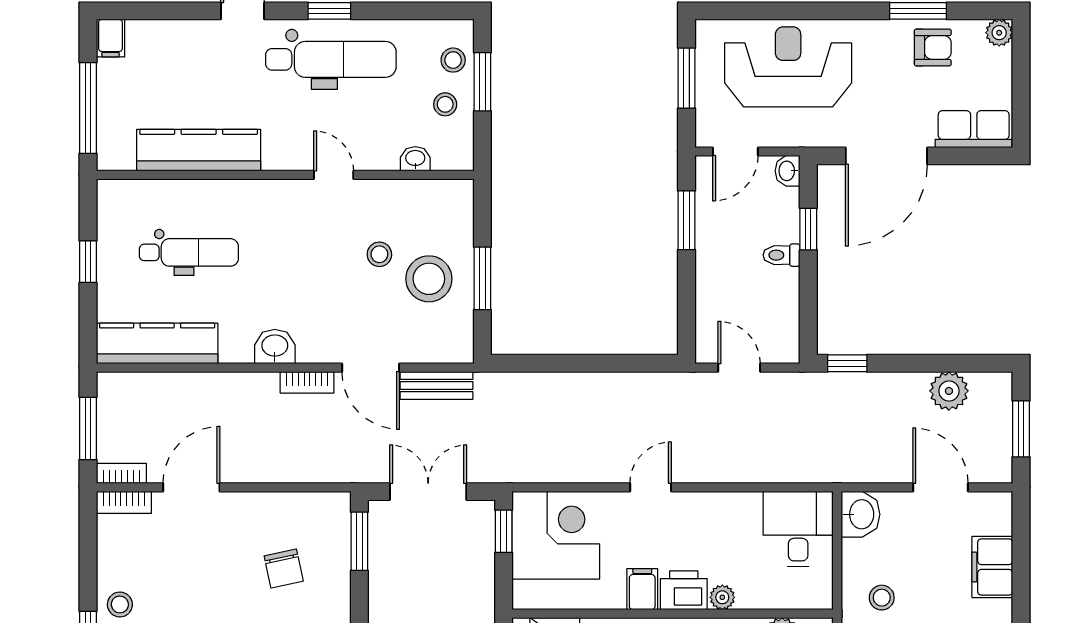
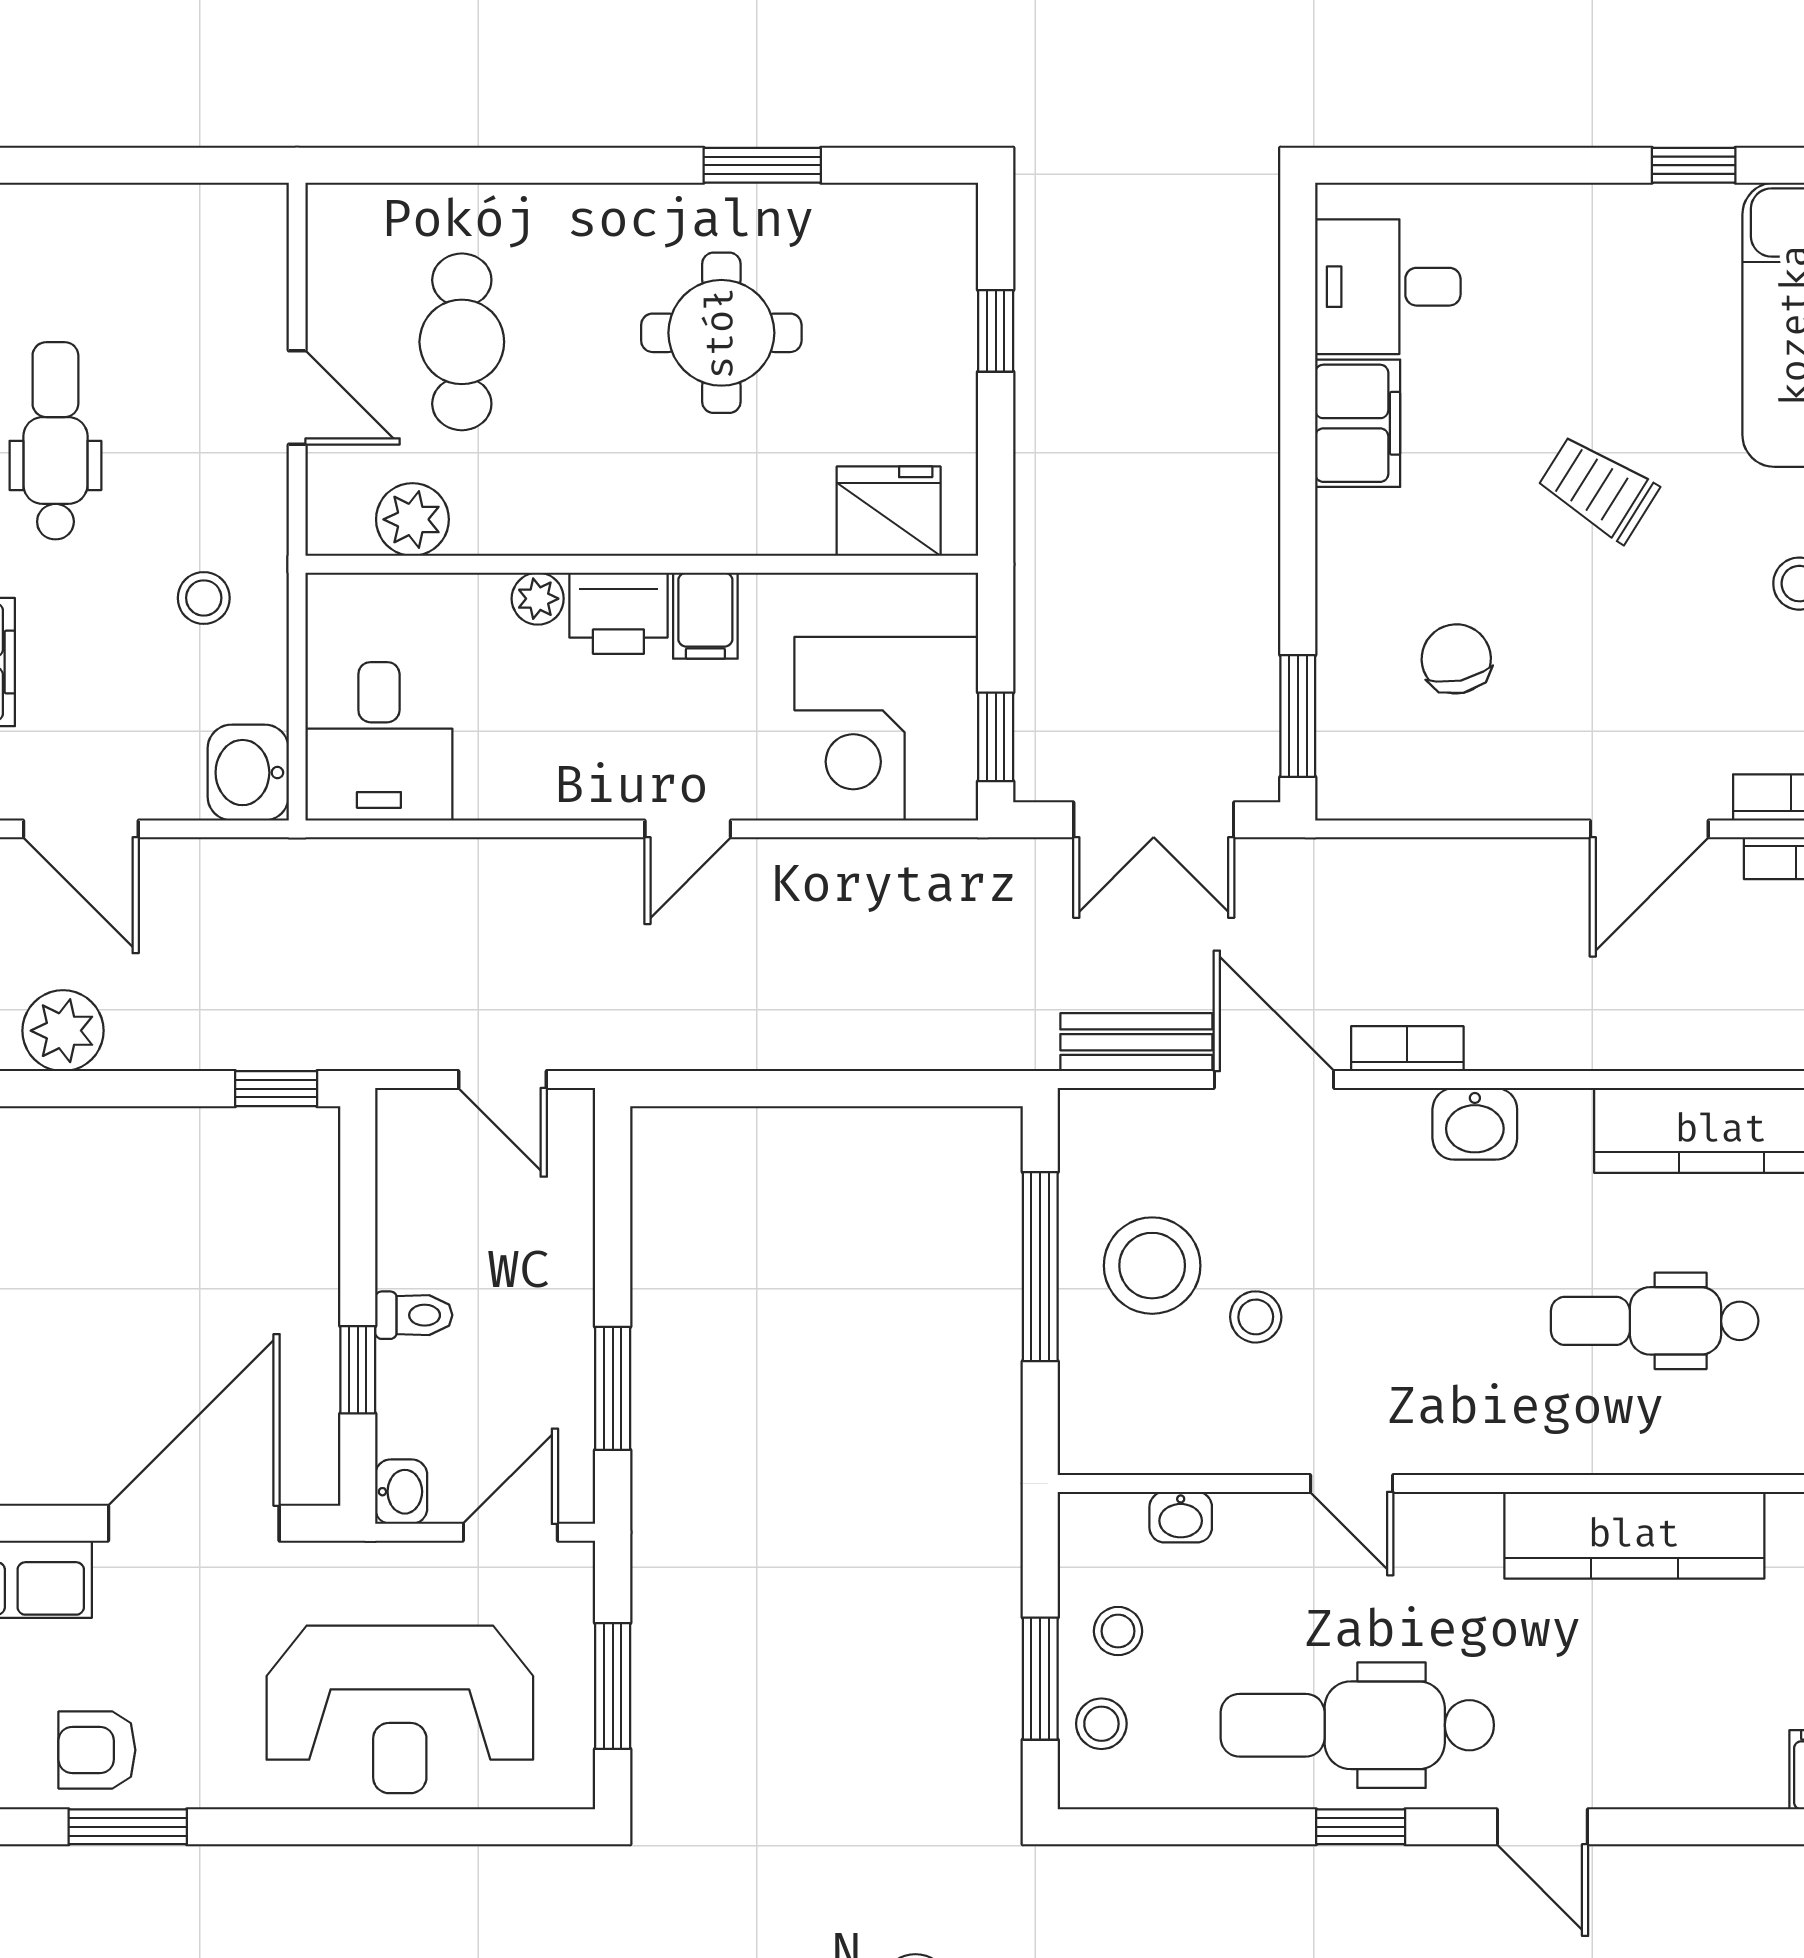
window: (482, 278) -> (1040, 1267), width x1.44

